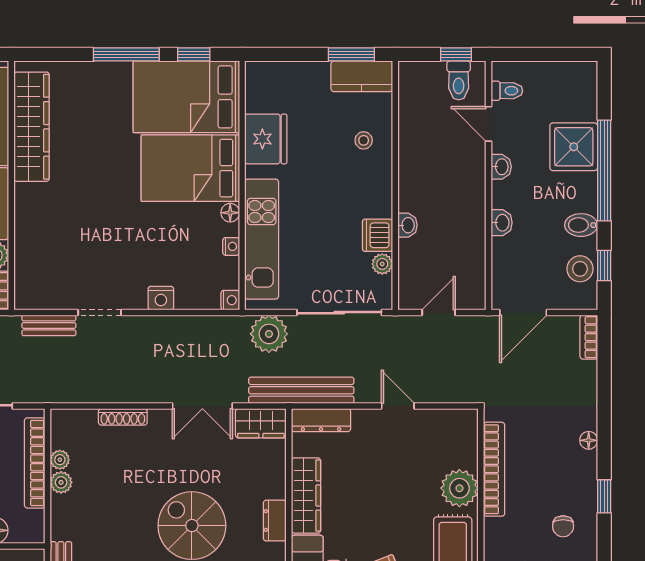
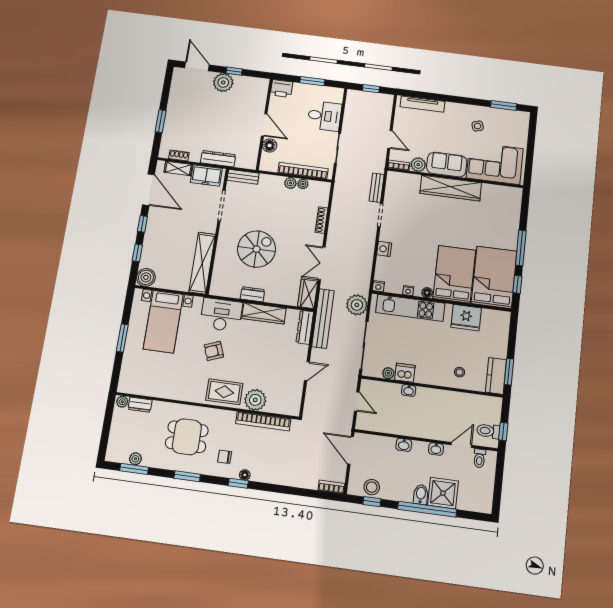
wardrobe: (32, 127) -> (451, 188), moved
bidet: (581, 225) -> (421, 494), moved
floor lamp: (589, 440) -> (245, 475), moved

